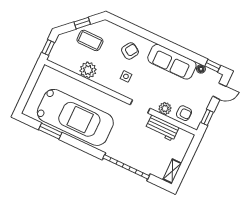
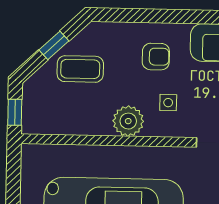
armchair: (130, 51) -> (156, 57), turned 58
plant: (88, 70) -> (128, 121), moved

